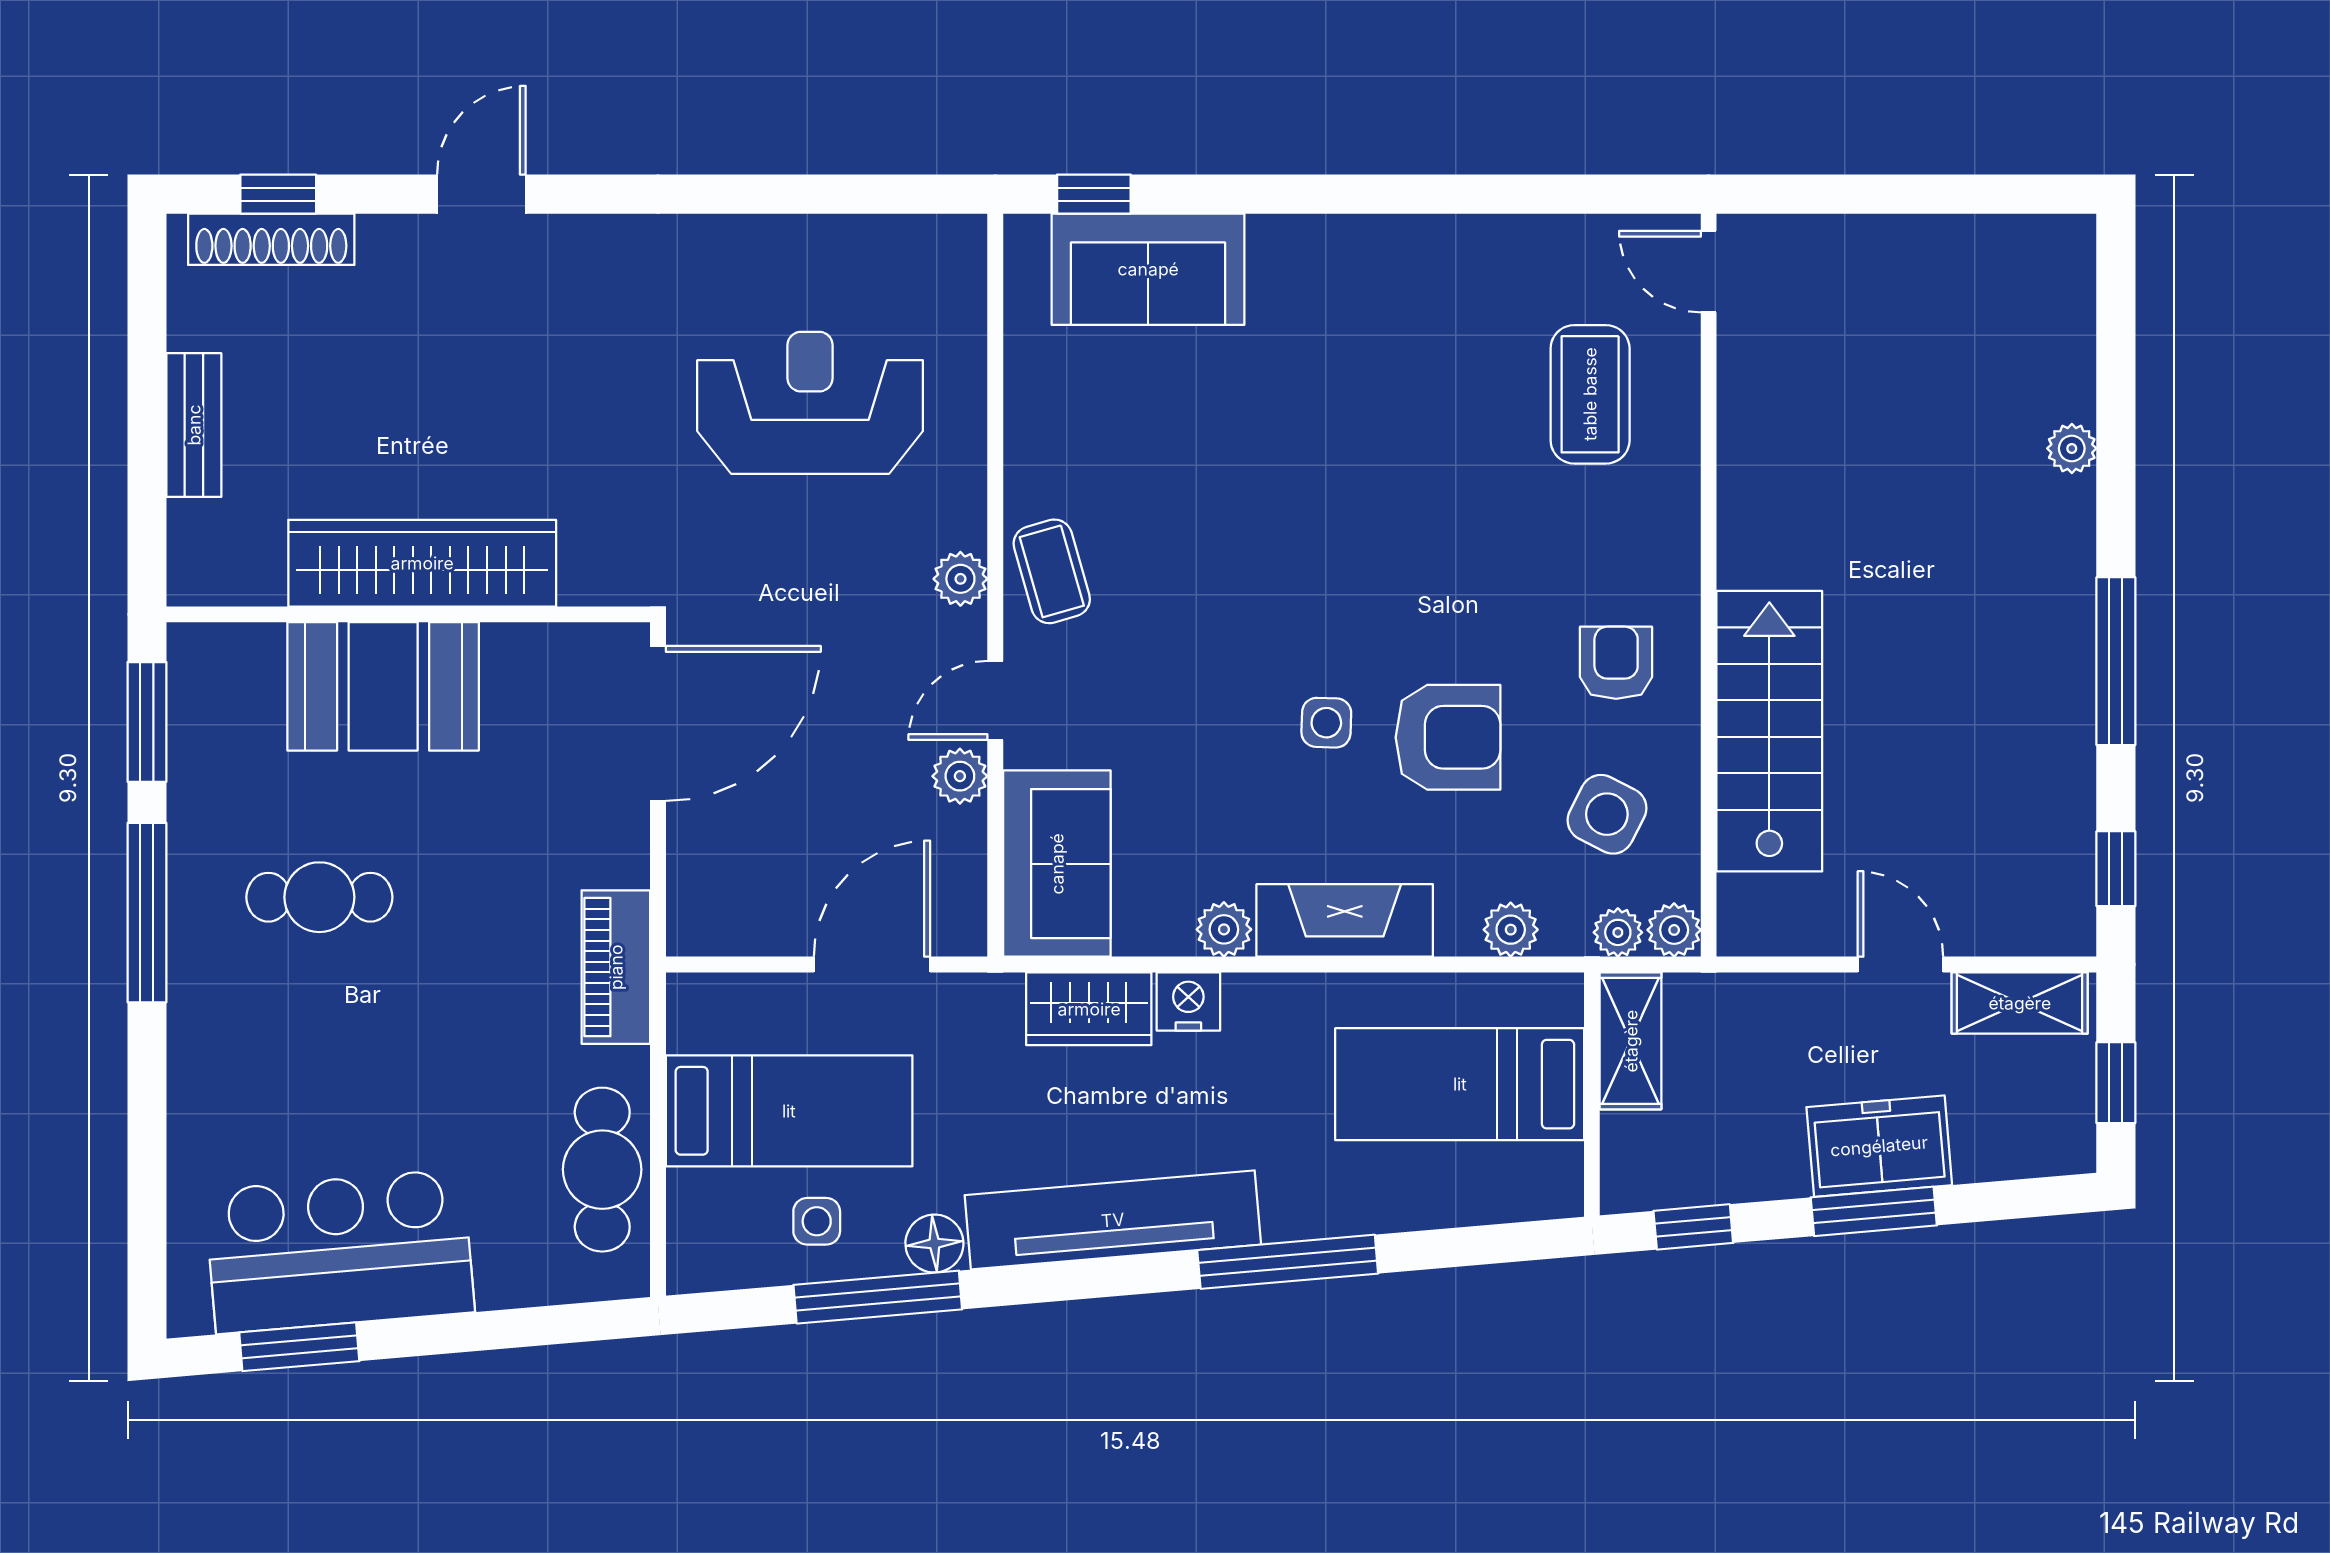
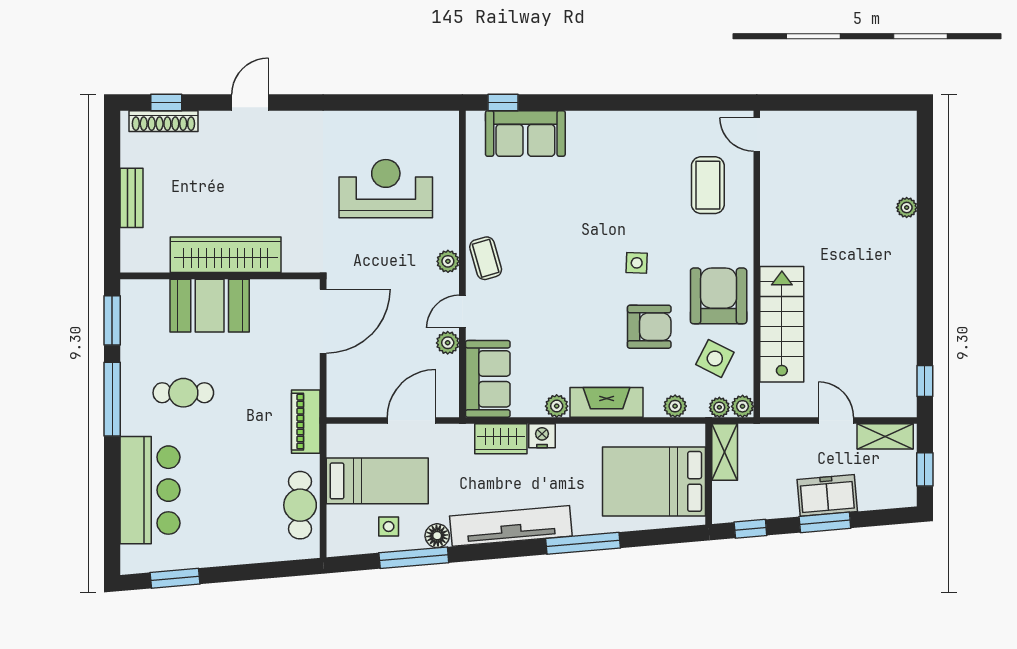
window: (2116, 661) -> (925, 295), removed
armchair: (1616, 663) -> (719, 296), width x1.88, depth x1.88
side table: (1326, 723) -> (637, 263), moved
bed: (1460, 1084) -> (654, 481), width x1.50
bar counter: (339, 1251) -> (150, 490), moved, turned 95

